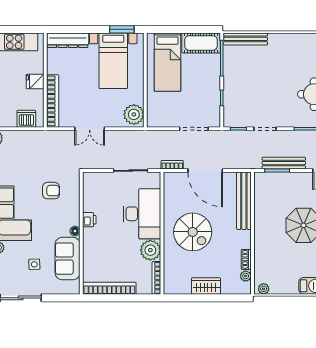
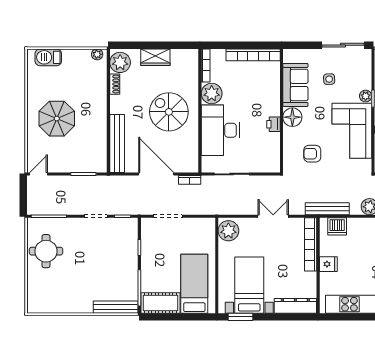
bench: (284, 163) -> (327, 209), moved
floor lamp: (75, 231) -> (292, 117), width x1.89, depth x1.89
plant: (246, 276) -> (120, 62), width x1.88, depth x1.88

